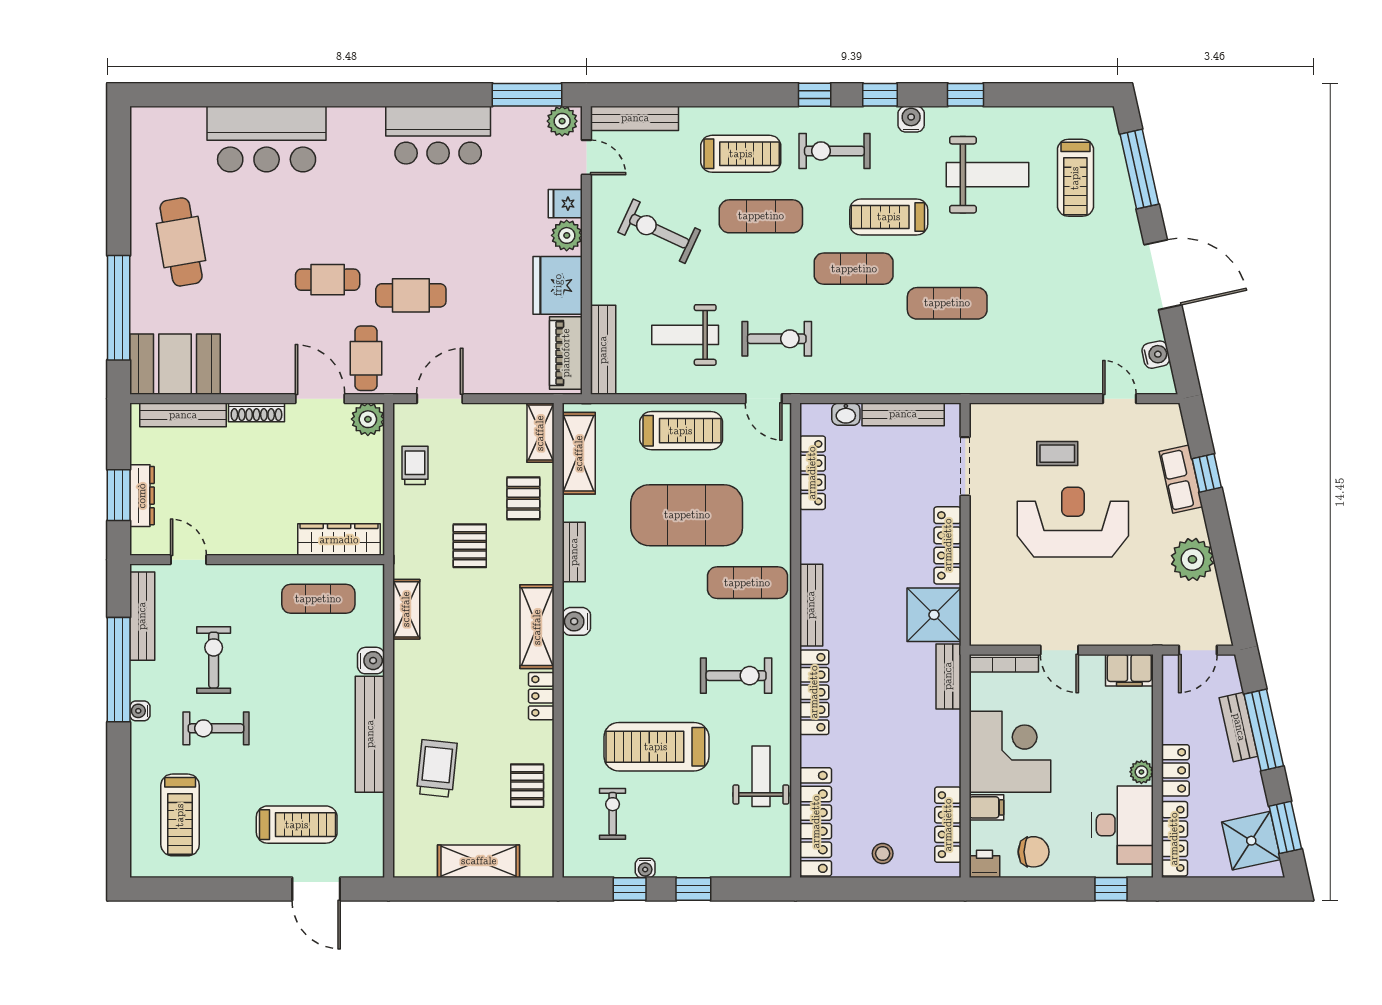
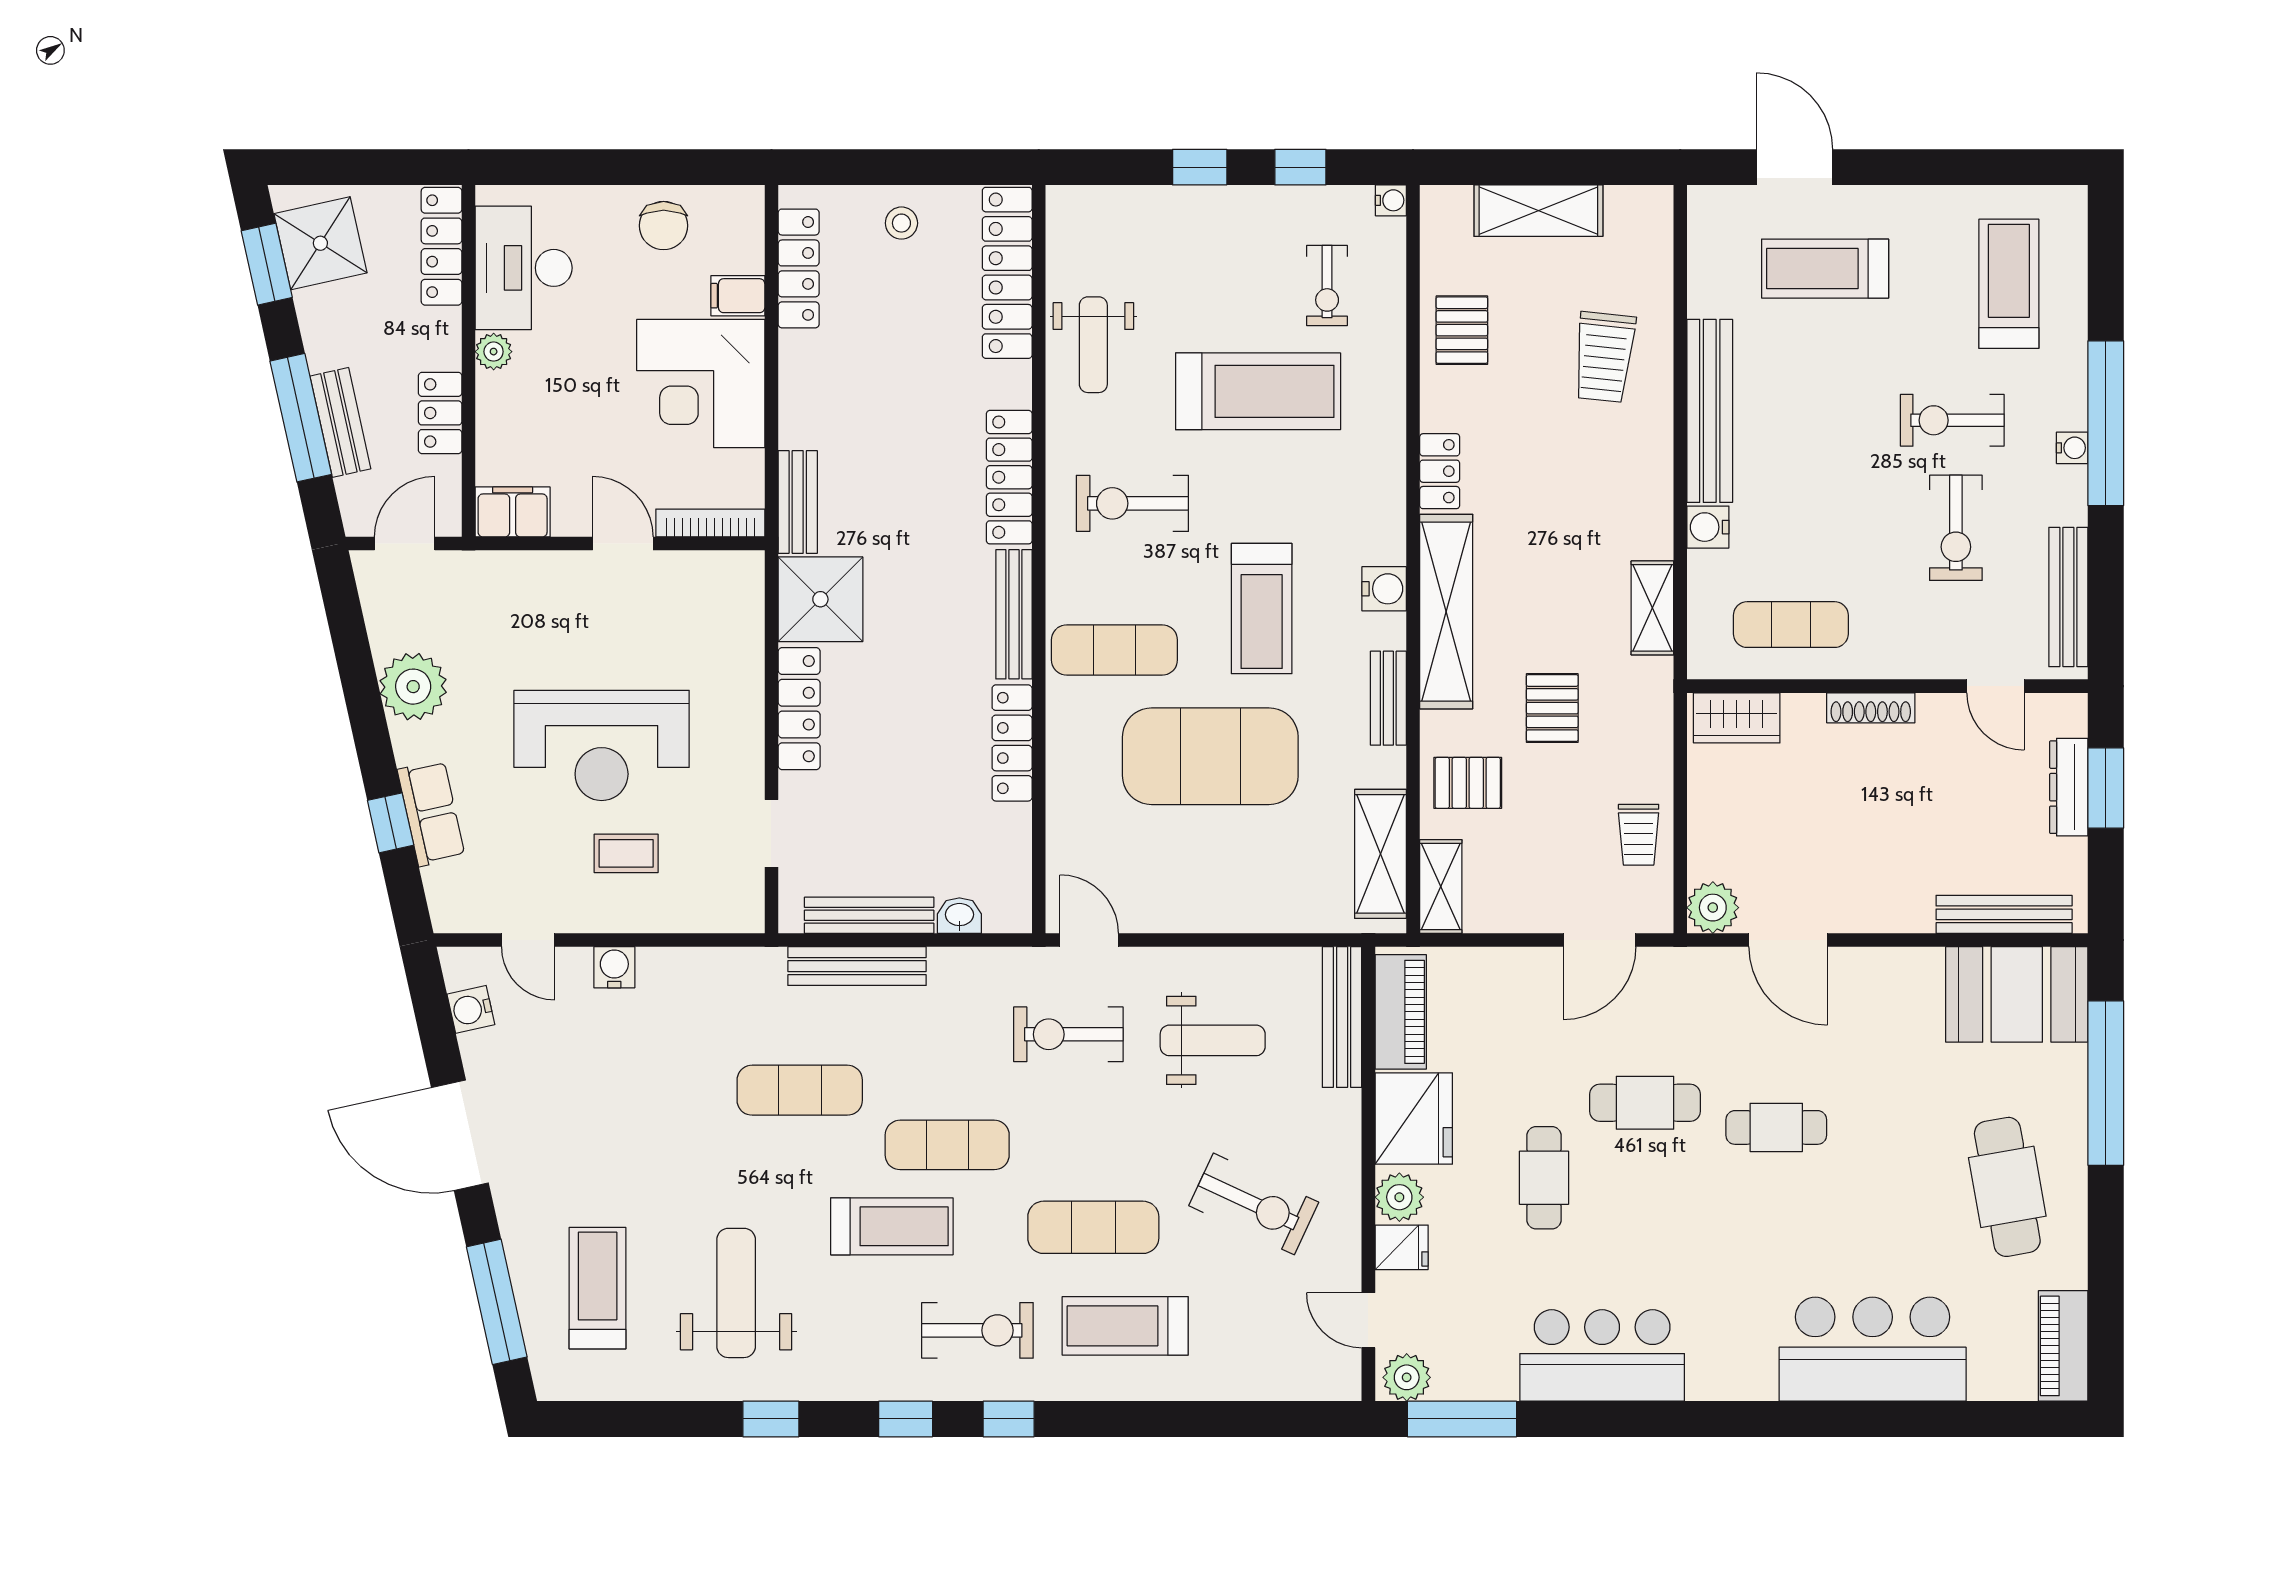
bench: (635, 118) -> (857, 966), moved
water cooler: (911, 119) -> (614, 967), moved, turned 180
piano: (146, 141) -> (2063, 1346), added
weight bench: (988, 175) -> (736, 1293), turned 90
cafe table: (366, 358) -> (1544, 1178), moved
shoe rack: (256, 412) -> (1871, 708), moved, turned 180
treadmill: (681, 431) -> (1262, 609), moved, turned -90
doorway: (965, 466) -> (771, 833), width x0.73
locker: (812, 473) -> (1012, 743), moved
pallet: (523, 498) -> (1468, 783), turned 90
wardrobe: (339, 540) -> (1737, 718), width x0.67
shelving: (537, 627) -> (1446, 612), width x1.47
window: (119, 670) -> (2106, 423), moved
exercise bike: (216, 728) -> (1952, 420), turned 180
locker: (1175, 770) -> (440, 413), moved
chair: (1034, 852) -> (664, 226), turned -90
printer: (984, 864) -> (741, 207), removed
water cooler: (645, 868) -> (1391, 200), moved, turned 90
window: (1111, 889) -> (541, 167), removed

